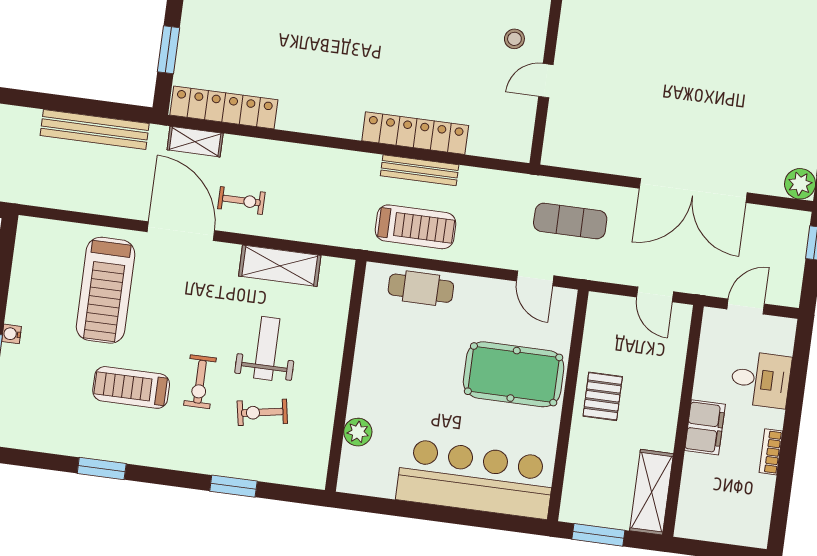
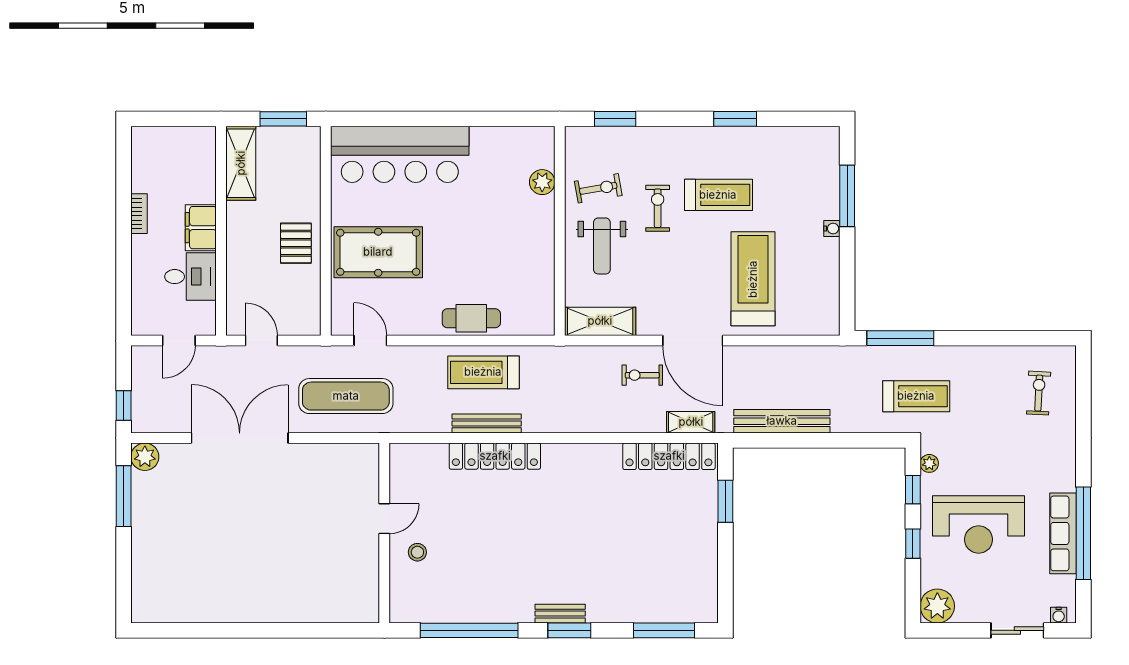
exercise mat: (570, 221) -> (346, 396), width x1.36, depth x1.45
wall: (346, 376) -> (560, 231), moved
desk: (761, 380) -> (191, 277), moved, turned 180
plant: (358, 432) -> (542, 182), moved

